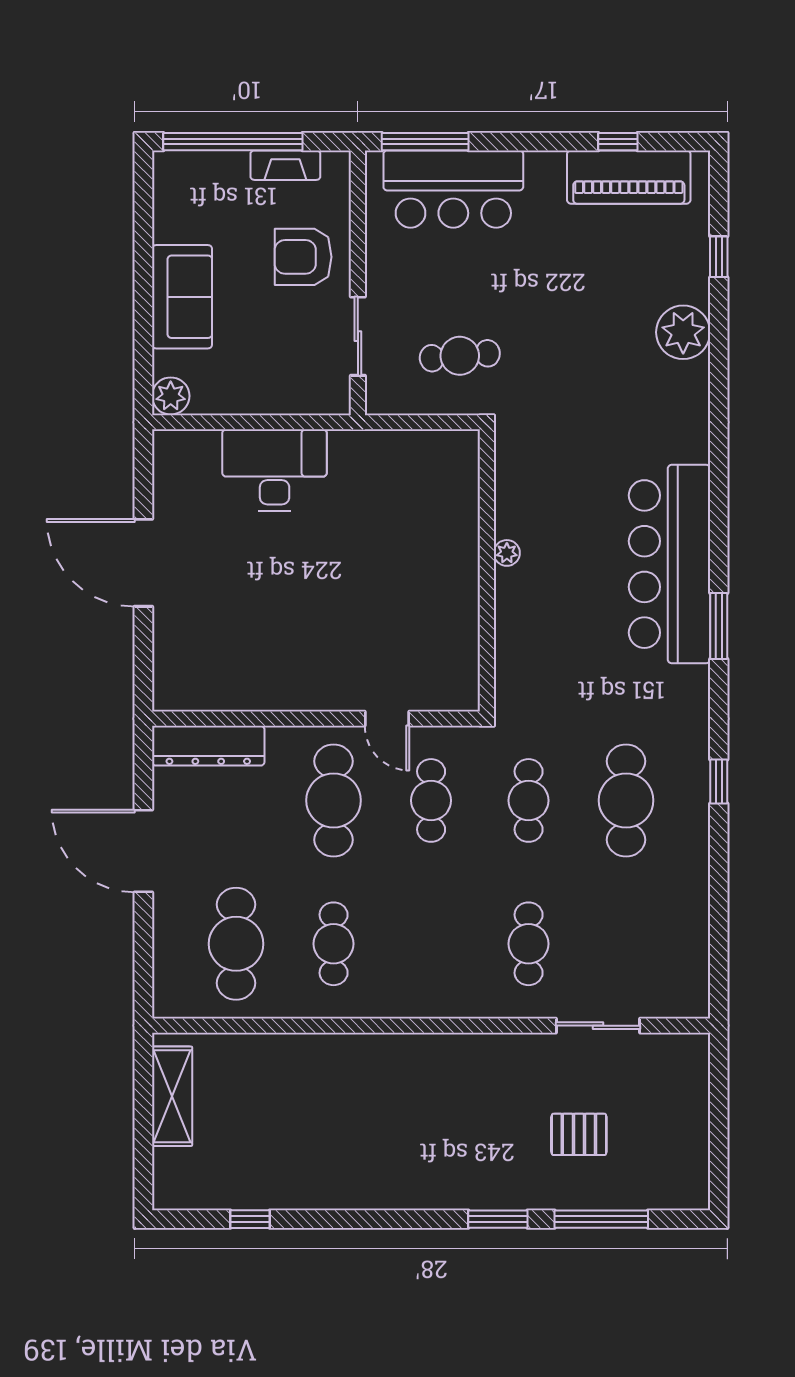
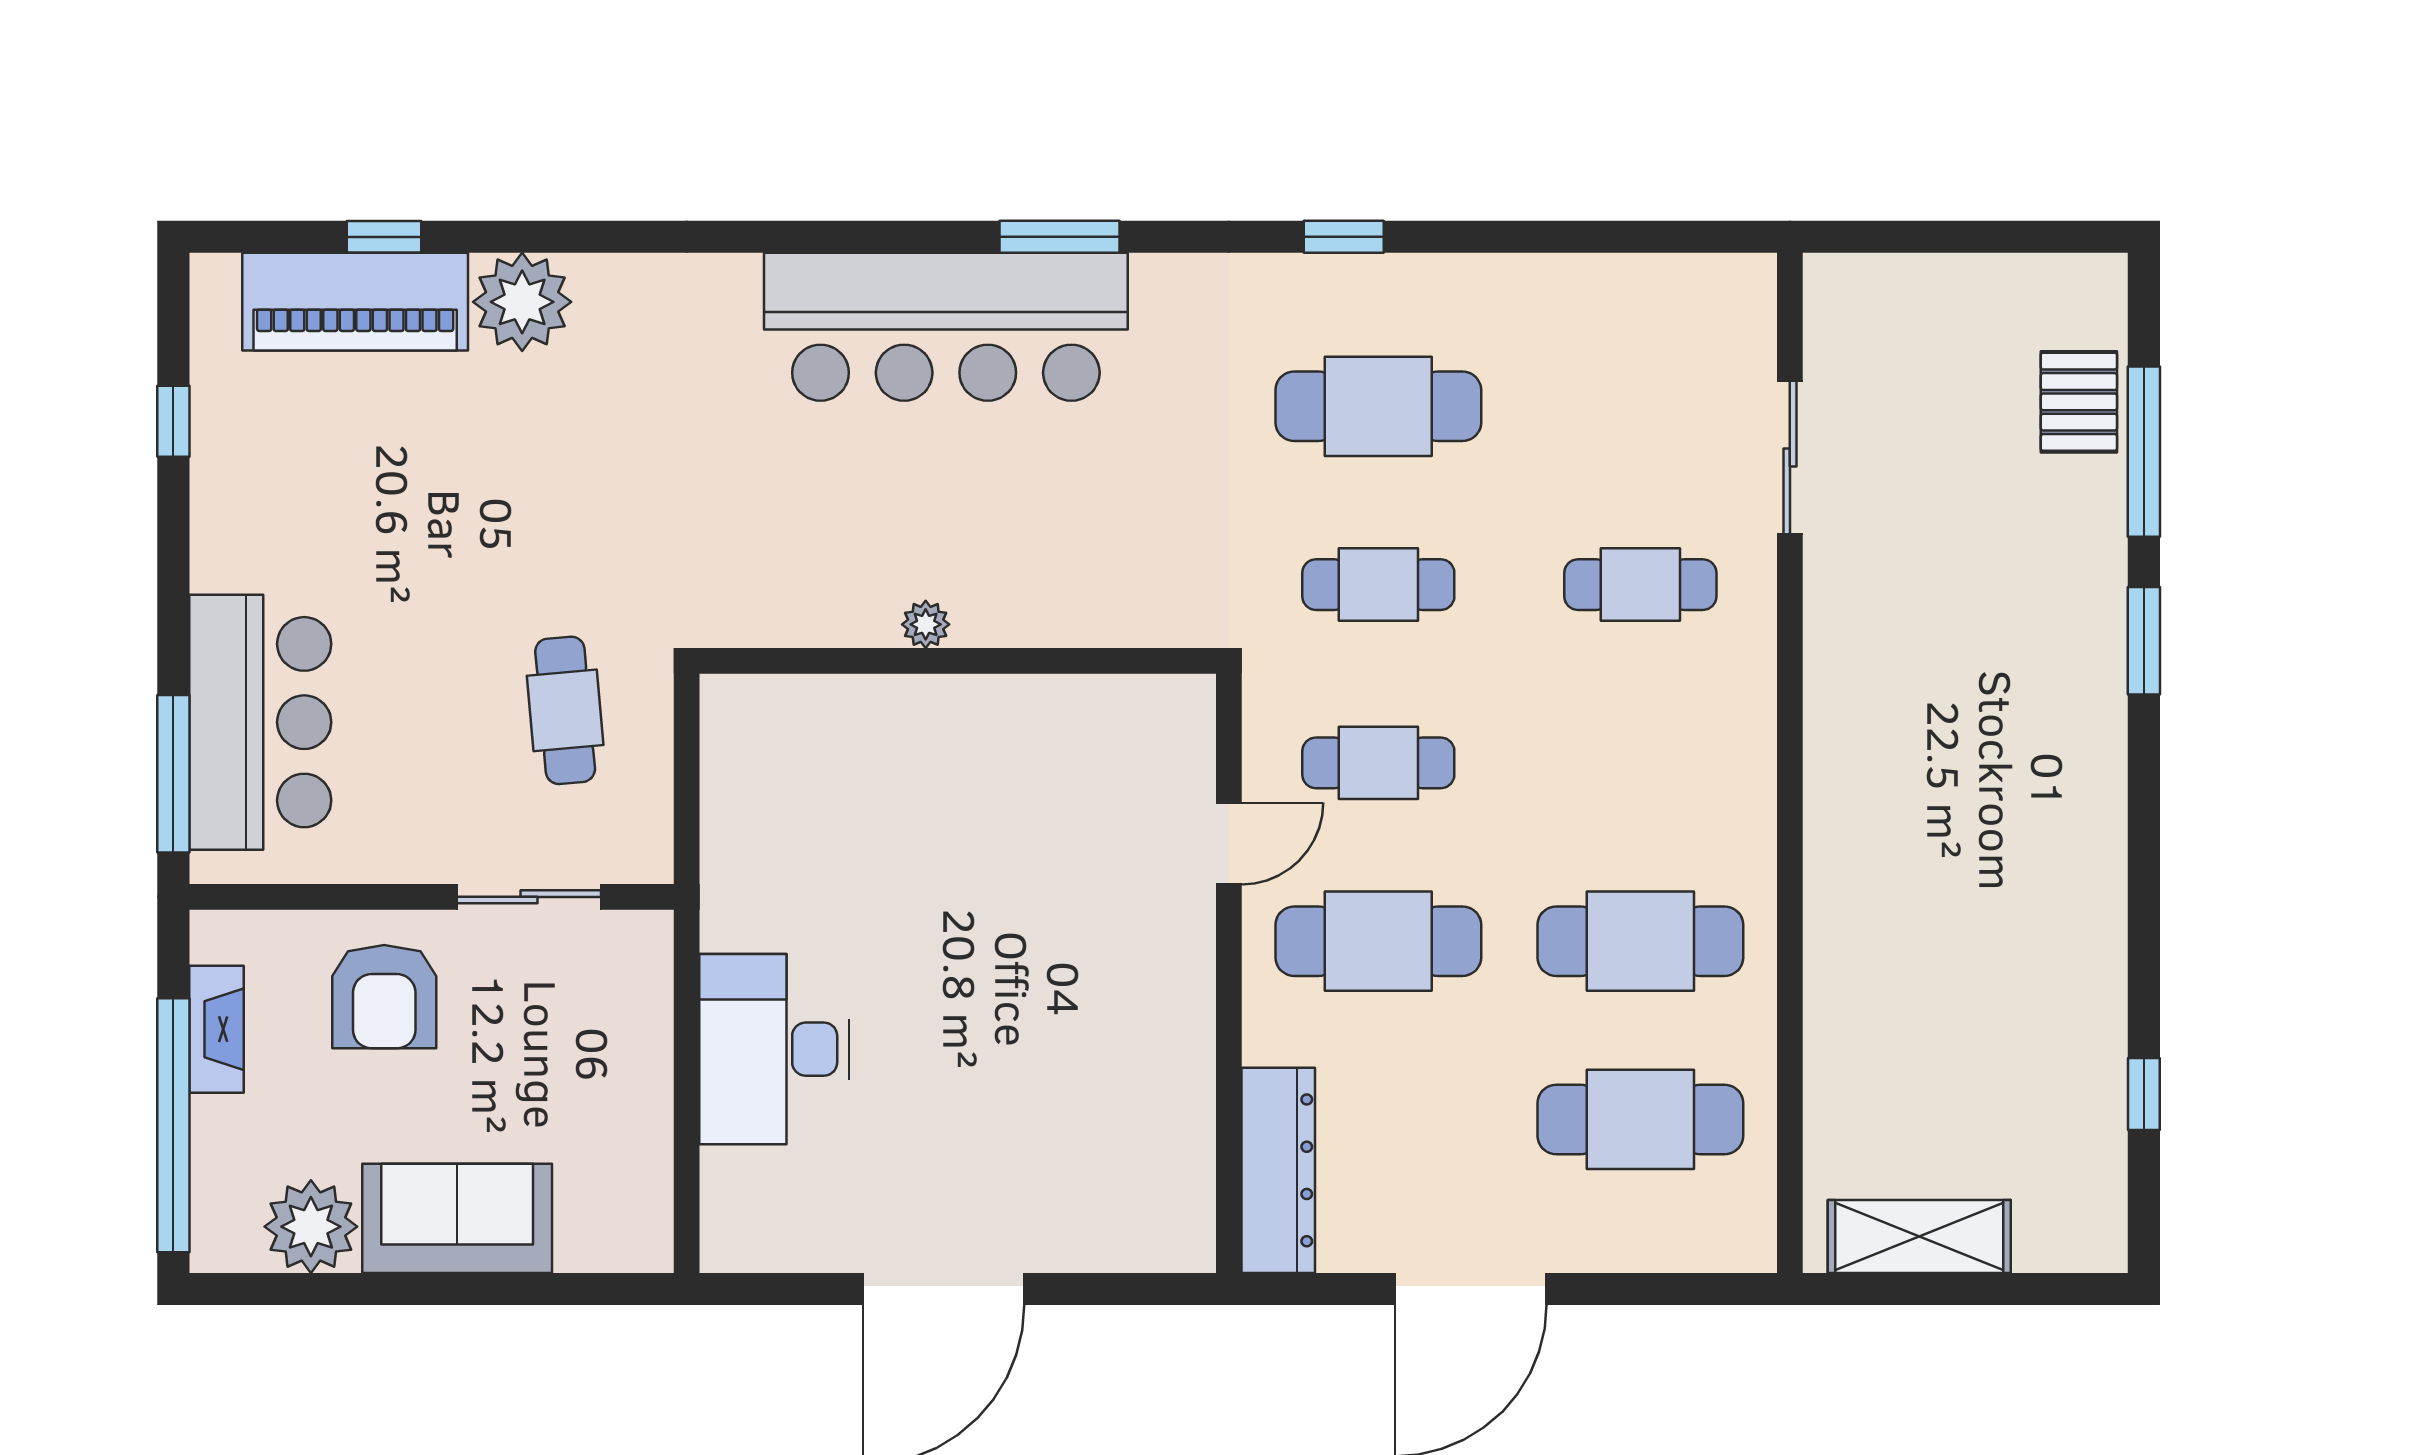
piano: (629, 177) -> (355, 302), moved, turned 90
plant: (171, 396) -> (311, 1227), moved, width x1.36, depth x1.36
cafe table: (334, 944) -> (1640, 941), width x1.37, depth x1.35
pallet: (579, 1134) -> (2079, 402), moved

